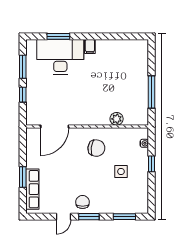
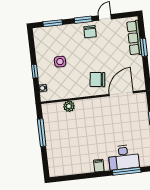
window: (58, 36) -> (127, 171), width x1.44
desk: (60, 57) -> (124, 157), width x0.73, depth x0.77
chair: (96, 148) -> (97, 80), moved

